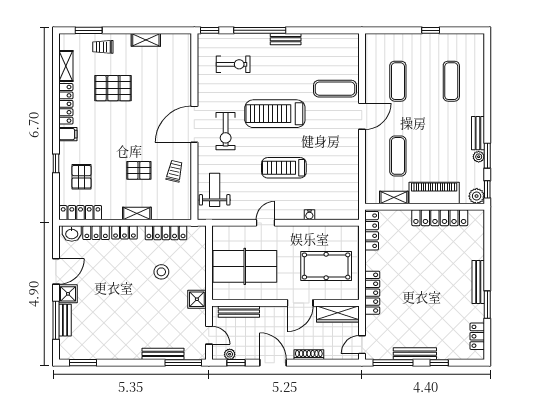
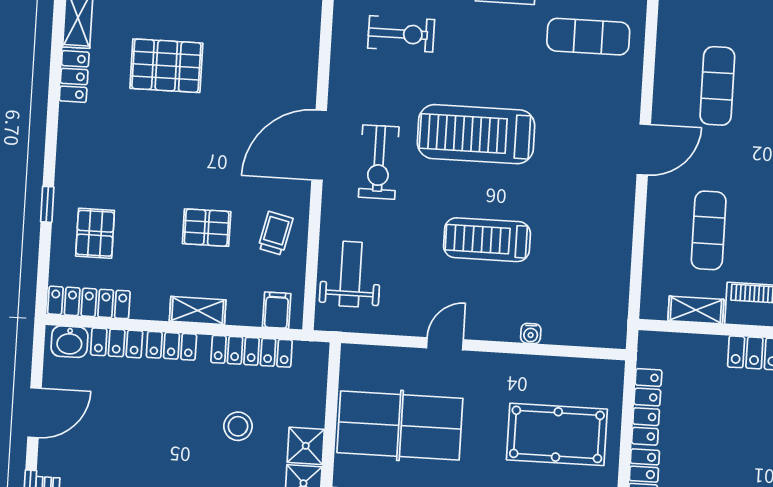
exercise mat: (335, 89) -> (588, 37), moved
locker: (66, 104) -> (74, 76), width x0.66
filing cabinet: (68, 134) -> (277, 310), moved, turned -90
locker: (372, 231) -> (647, 407), moved
shower: (68, 294) -> (306, 446), moved

